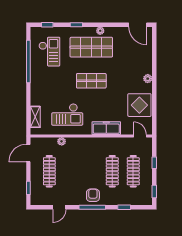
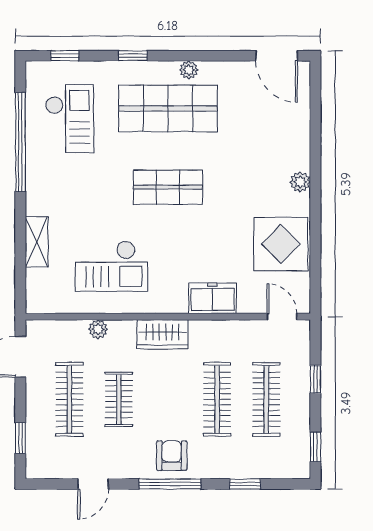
shelving: (35, 117) -> (37, 242), moved
freezer: (106, 128) -> (212, 298), width x0.71
wardrobe: (89, 144) -> (162, 334), added
clothes rail: (70, 171) -> (119, 399), added

